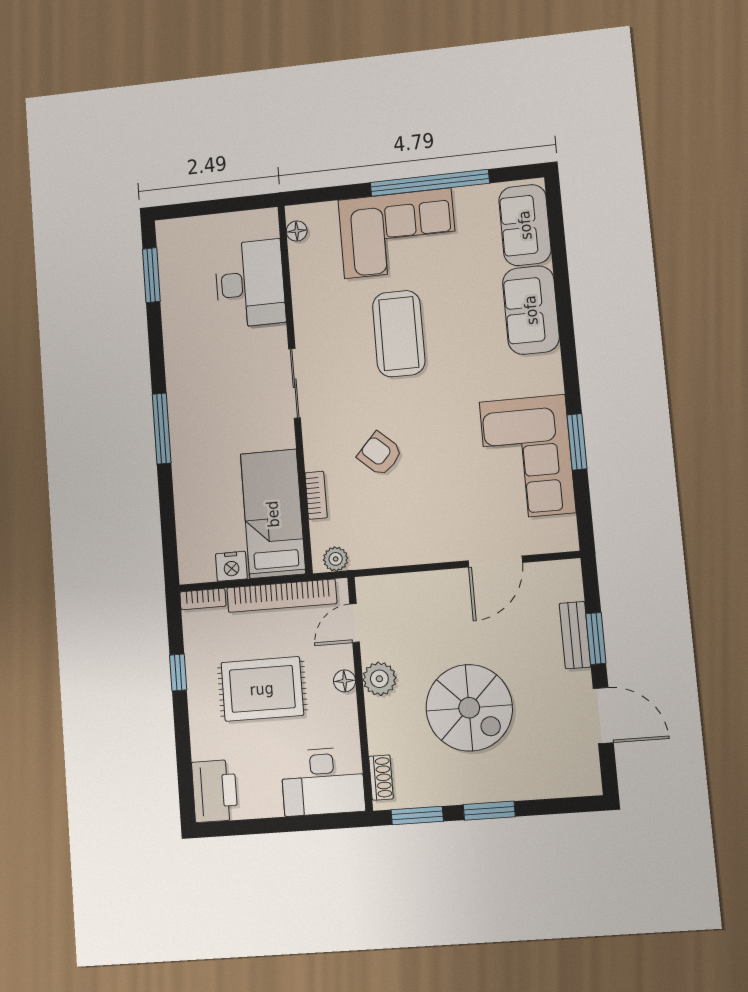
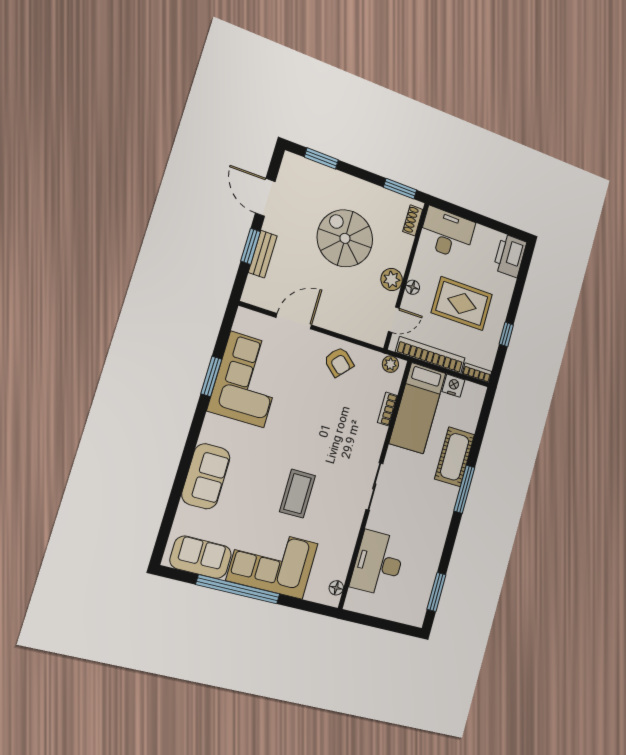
sofa: (525, 225) -> (201, 557), moved, turned -90
coffee table: (399, 334) -> (297, 494), width x0.73, depth x0.76
armchair: (380, 454) -> (339, 362), moved
cot: (193, 468) -> (455, 457), added
window: (489, 811) -> (321, 158), moved

